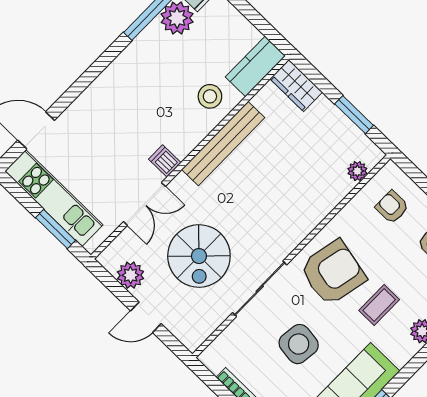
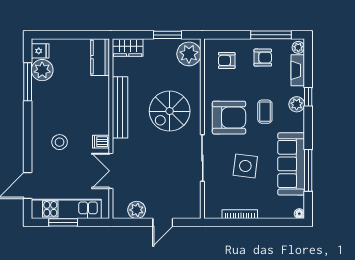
stool: (210, 96) -> (60, 142), moved
plant: (357, 171) -> (189, 54), width x1.87, depth x1.87
double door: (144, 204) -> (111, 171), swing flipped
window: (55, 229) -> (63, 222), moved
spiral stairs: (199, 256) -> (170, 111), moved, turned 90
armchair: (333, 273) -> (229, 118), turned 78

